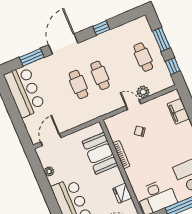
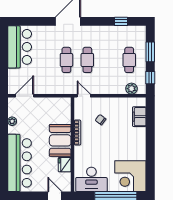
window: (101, 28) -> (121, 21), moved
window: (32, 57) -> (37, 21), removed
plant: (143, 92) -> (131, 89), moved
door: (133, 105) -> (84, 96), moved
booth: (100, 153) -> (60, 140), moved

